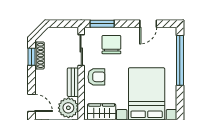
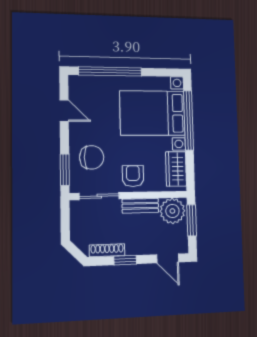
chair: (111, 45) -> (92, 157), turned 180
window: (31, 57) -> (125, 260), moved
door: (31, 103) -> (168, 258), swing flipped

